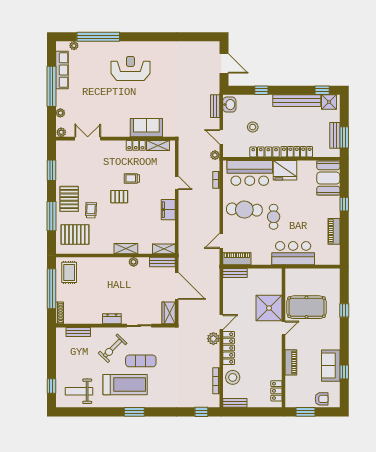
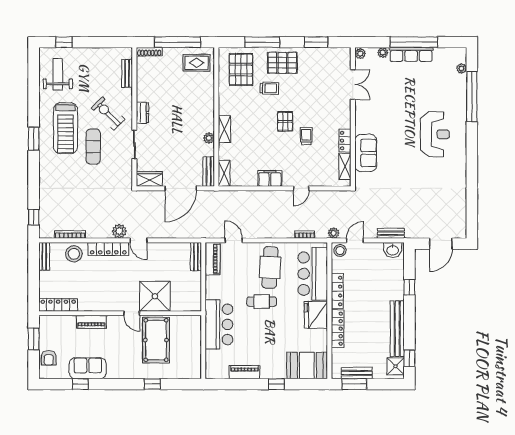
row of seats: (62, 70) -> (411, 54), moved
stool: (253, 127) -> (340, 250), moved
locker: (276, 391) -> (58, 305), width x1.53

